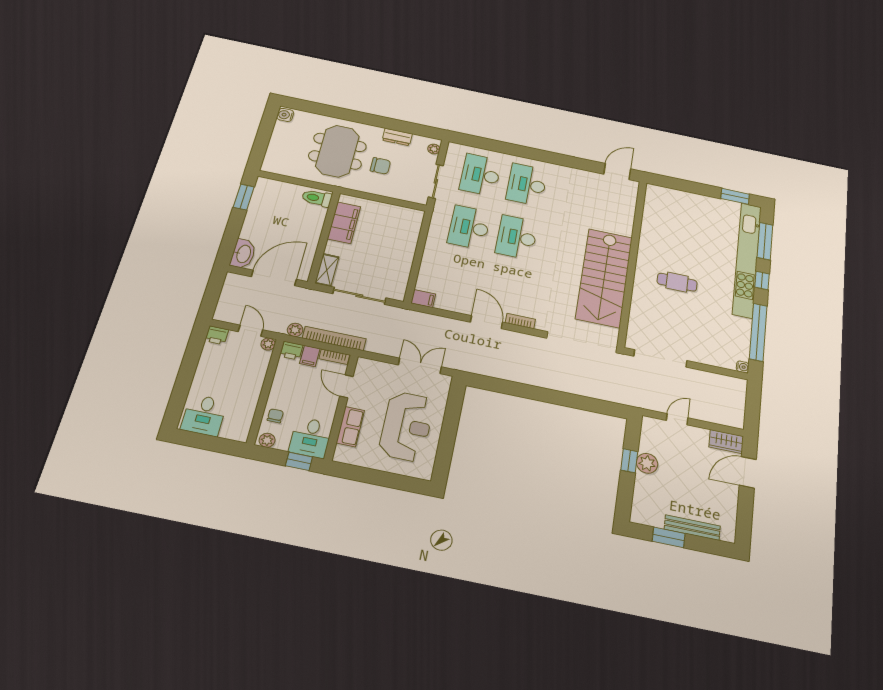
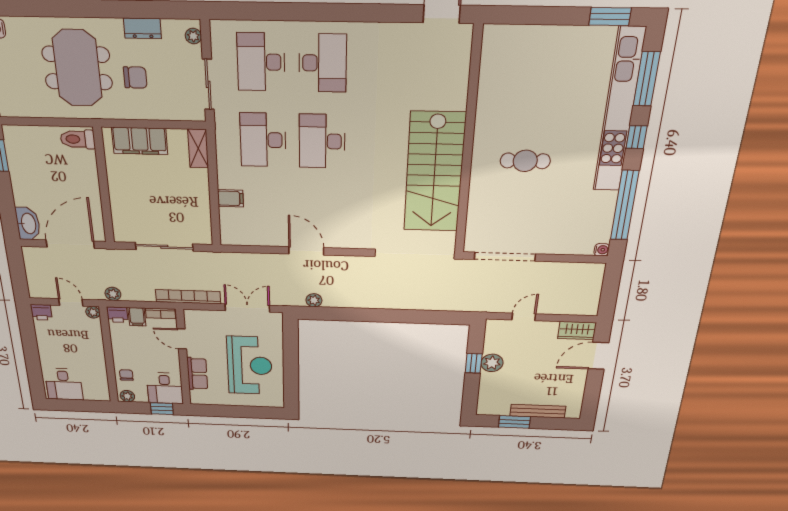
desk: (527, 185) -> (323, 63), turned 180
filing cabinet: (344, 223) -> (140, 141), moved, turned 90
shelving: (327, 270) -> (198, 148), moved
filing cabinet: (423, 299) -> (230, 198), moved
bookcase: (520, 321) -> (343, 243), removed
bookcase: (334, 338) -> (188, 297), moved
plant: (485, 369) -> (314, 300), added

